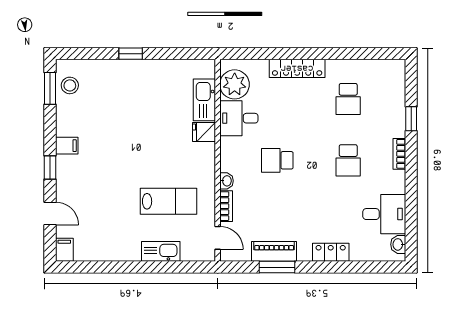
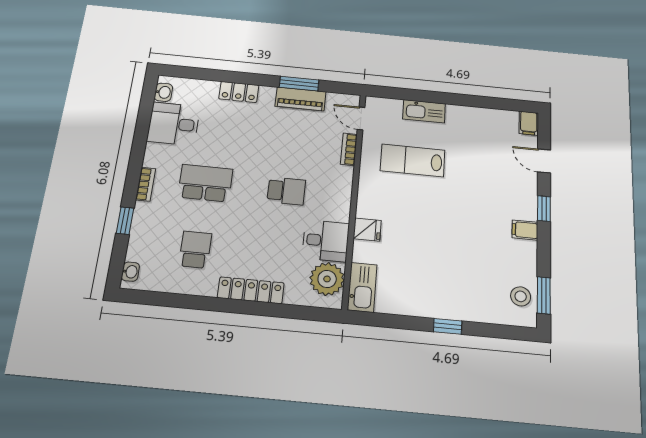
kitchen sink: (204, 100) -> (362, 287), moved
school desk: (348, 160) -> (205, 183), width x1.85
washbasin: (227, 181) -> (130, 272), moved, turned 180

